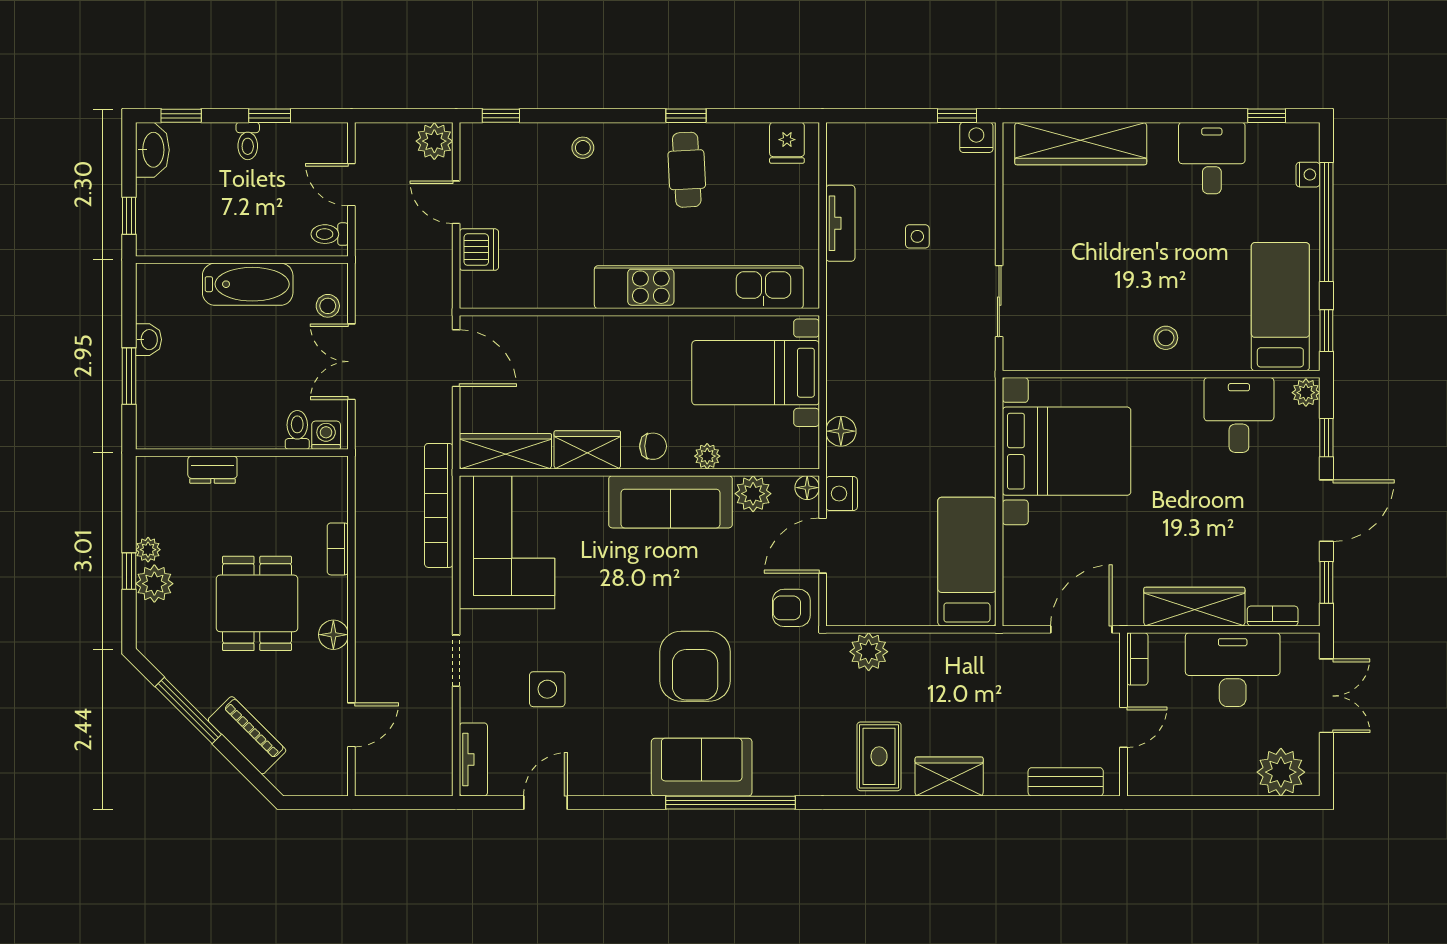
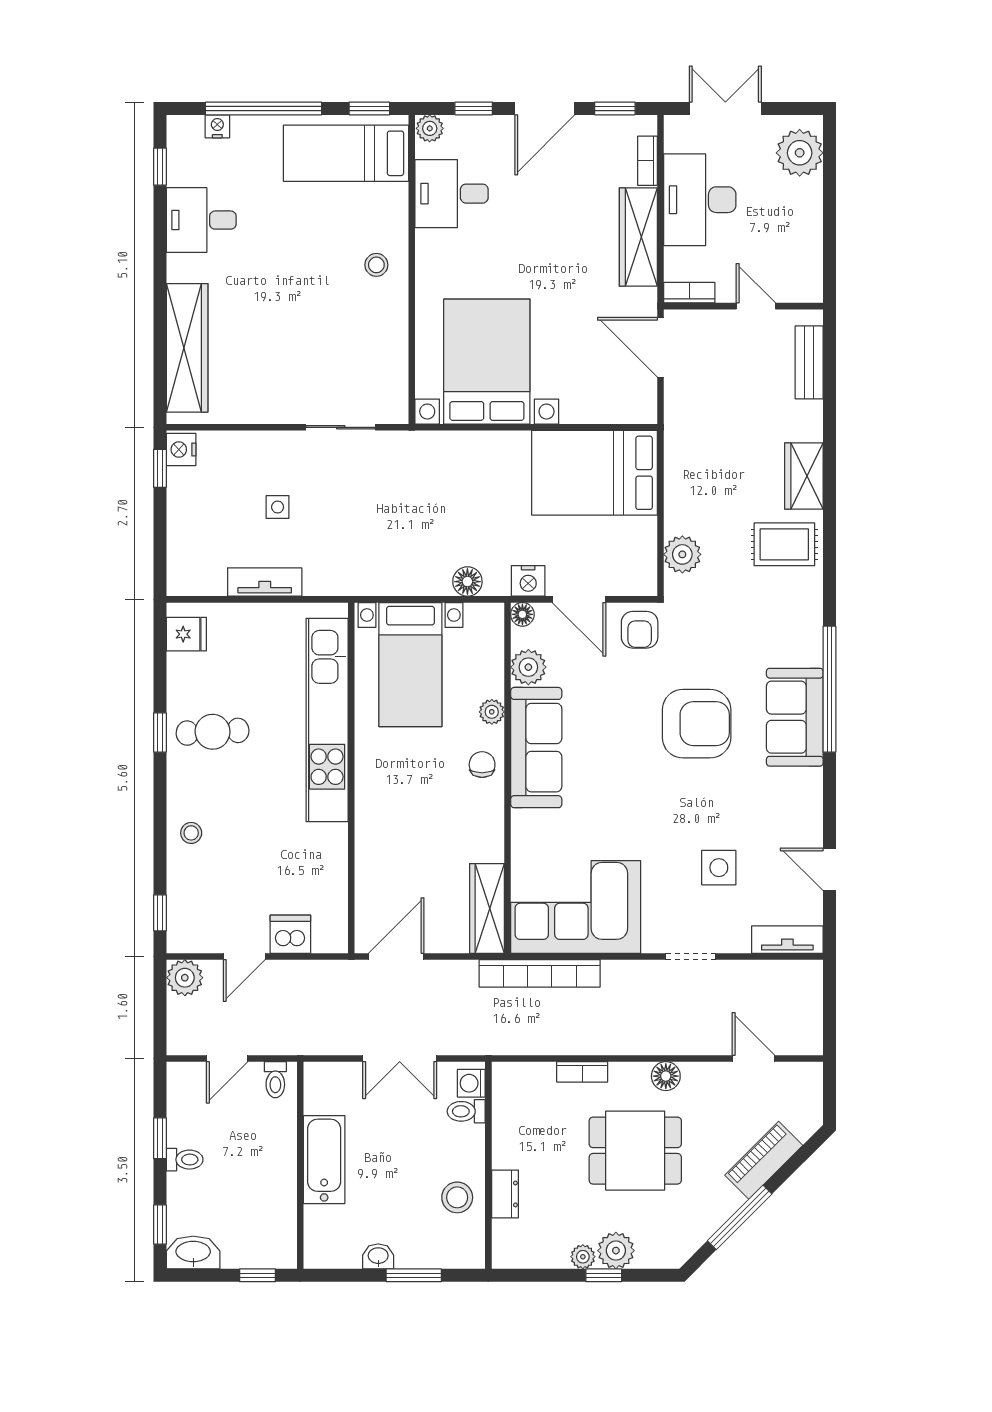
stool: (328, 306) -> (457, 1197), moved, width x1.37, depth x1.37
wardrobe: (587, 450) -> (485, 829), removed
door: (1326, 511) -> (545, 108), swing flipped
bed: (967, 562) -> (595, 473), width x1.50

